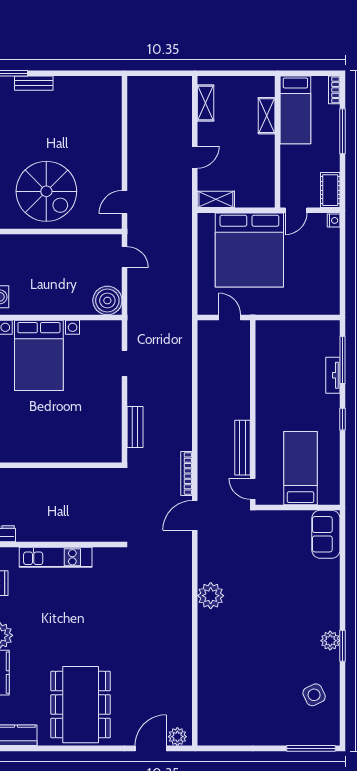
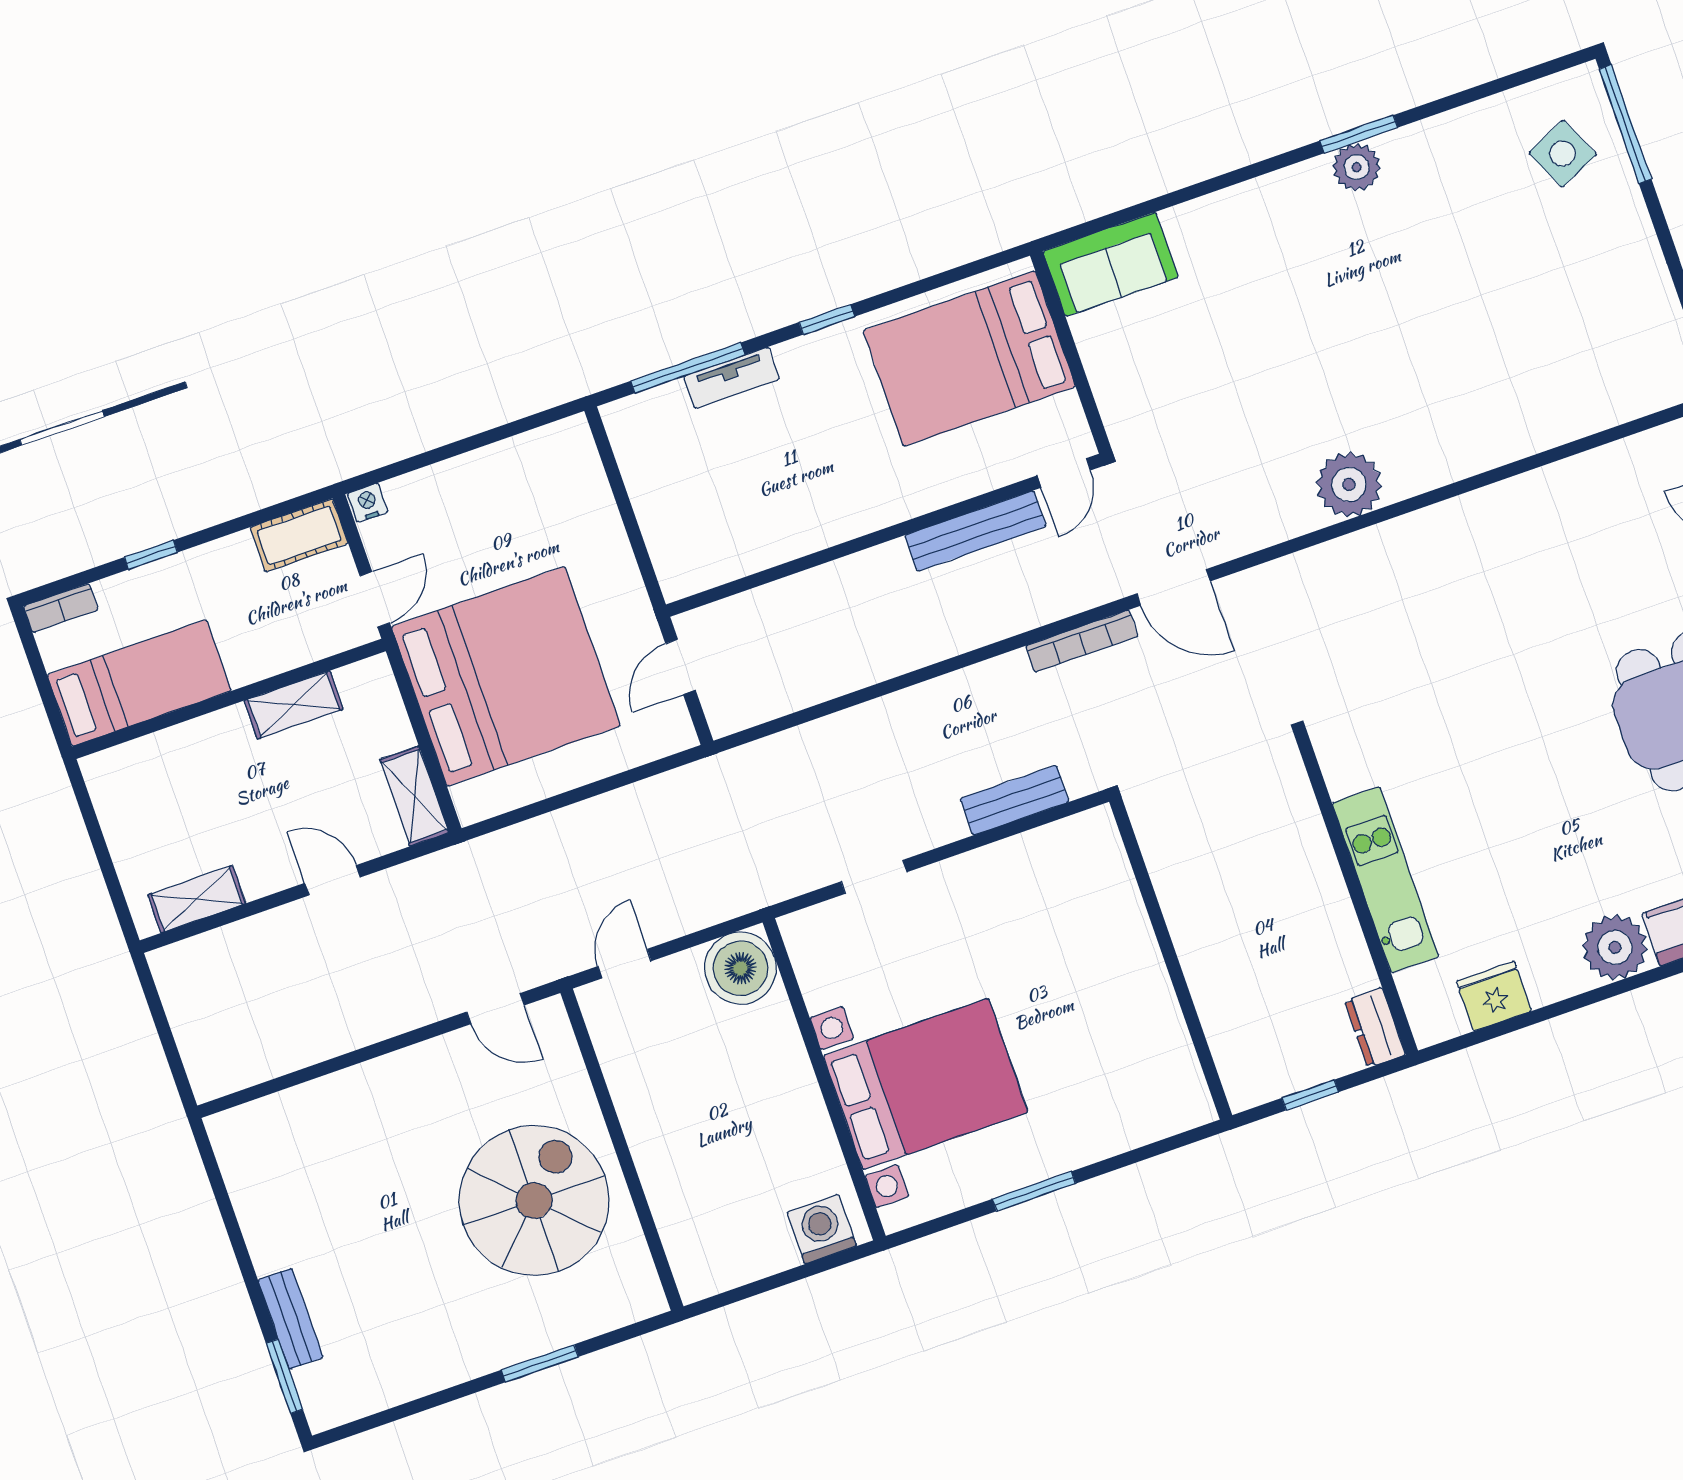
shelving: (267, 116) -> (294, 705), moved
window: (343, 131) -> (151, 555), width x0.46
door: (296, 210) -> (375, 599), hinge flipped
bed: (301, 468) -> (969, 359), width x1.50
side table: (314, 695) -> (1562, 153), moved

